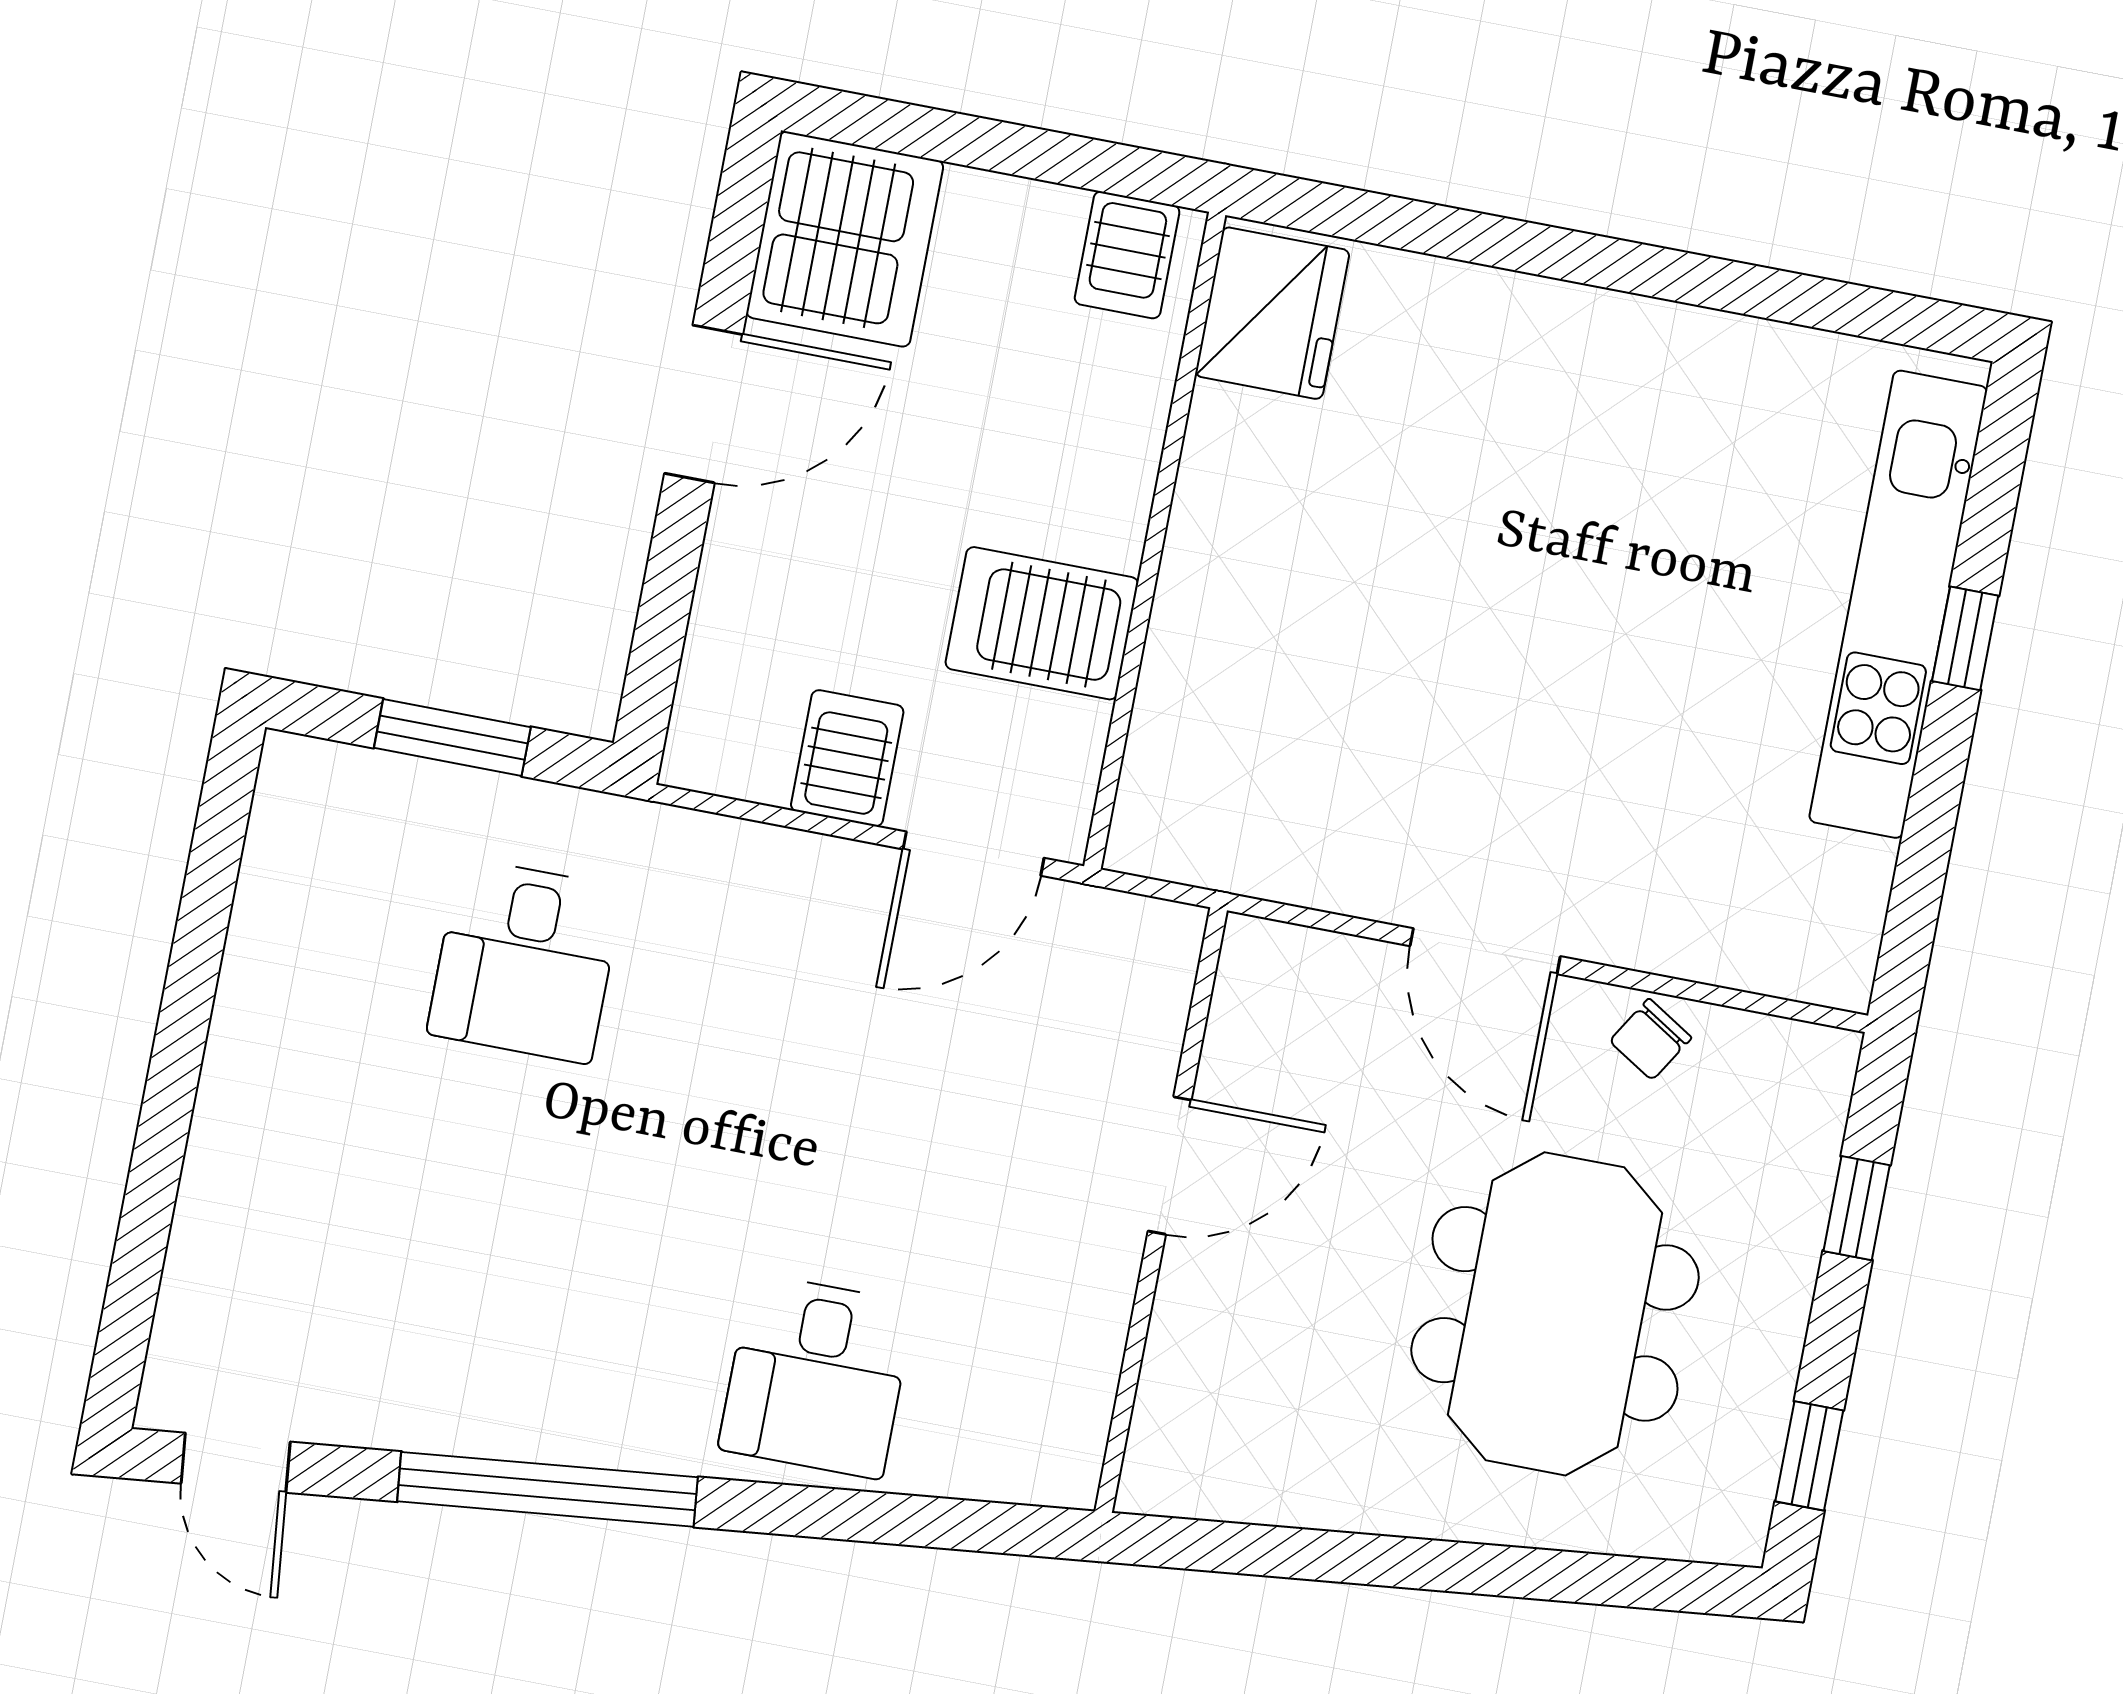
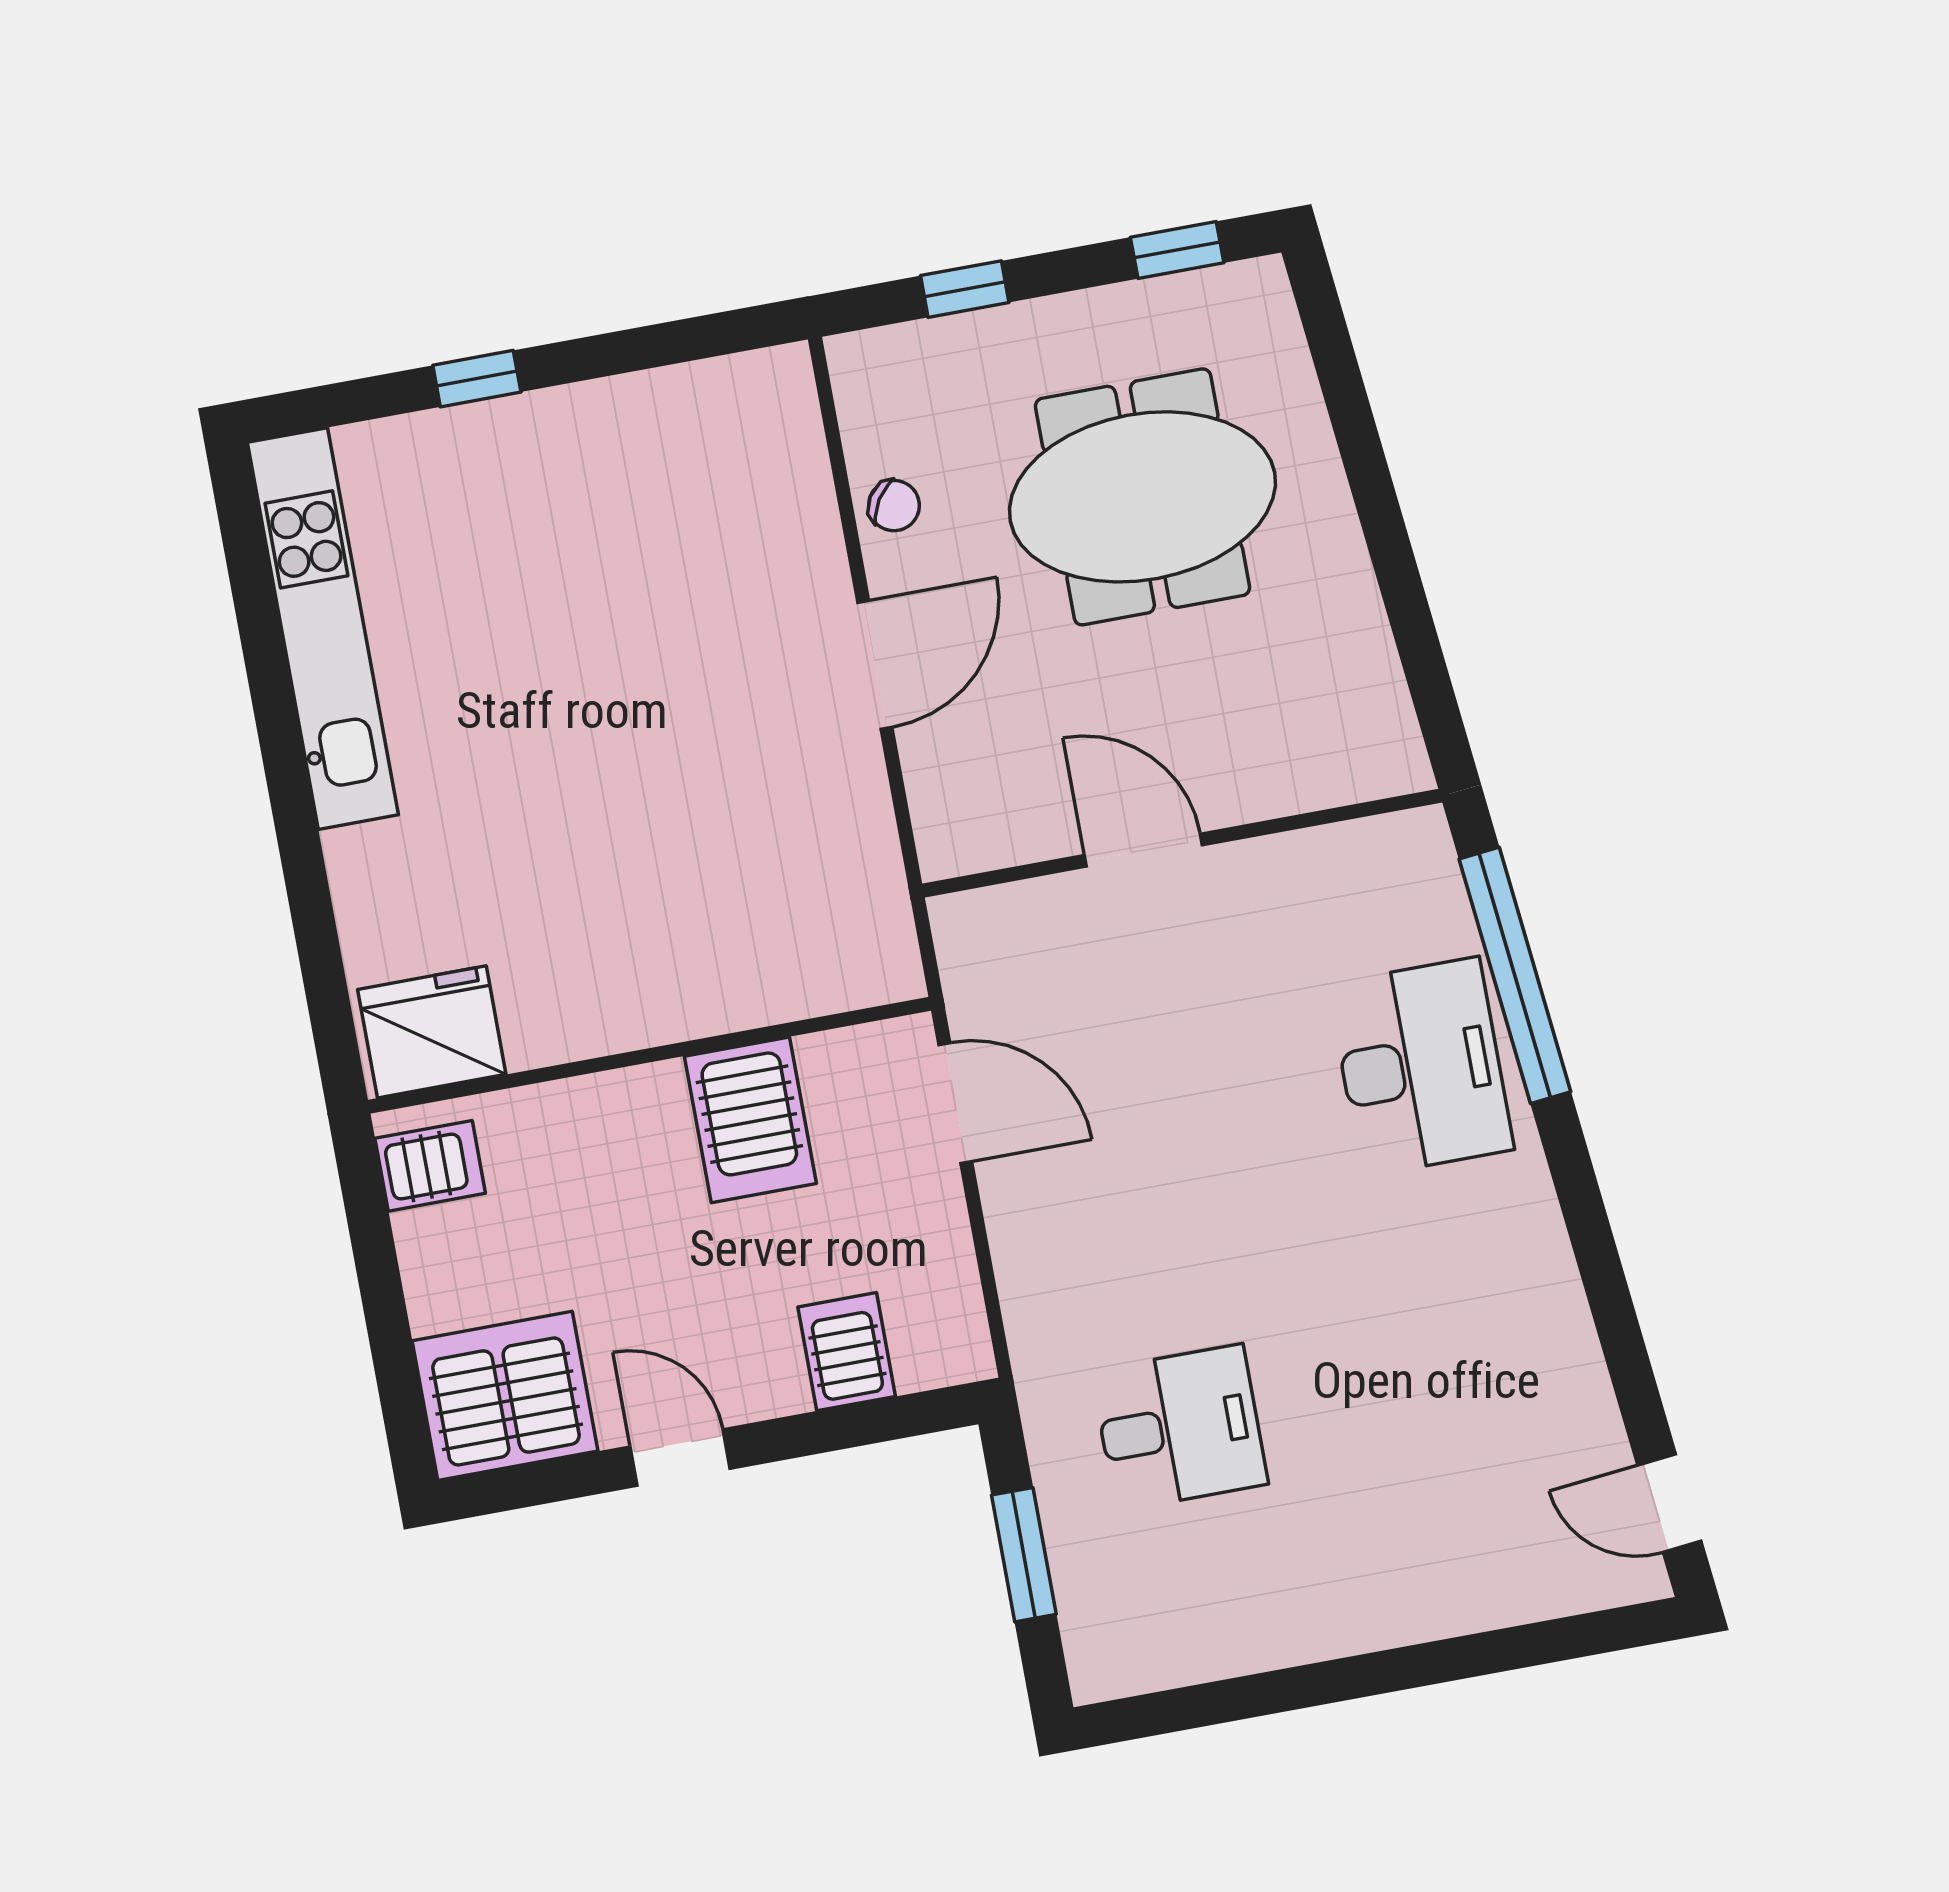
door: (704, 404) -> (680, 1458), width x0.73
kitchen unit: (1898, 604) -> (323, 629), moved, turned -90
server rack: (847, 758) -> (847, 1352), moved, turned 90
desk: (816, 1376) -> (1421, 1067), width x1.37
door: (236, 1463) -> (1669, 1503), swing flipped
window: (547, 1489) -> (1515, 975), moved

